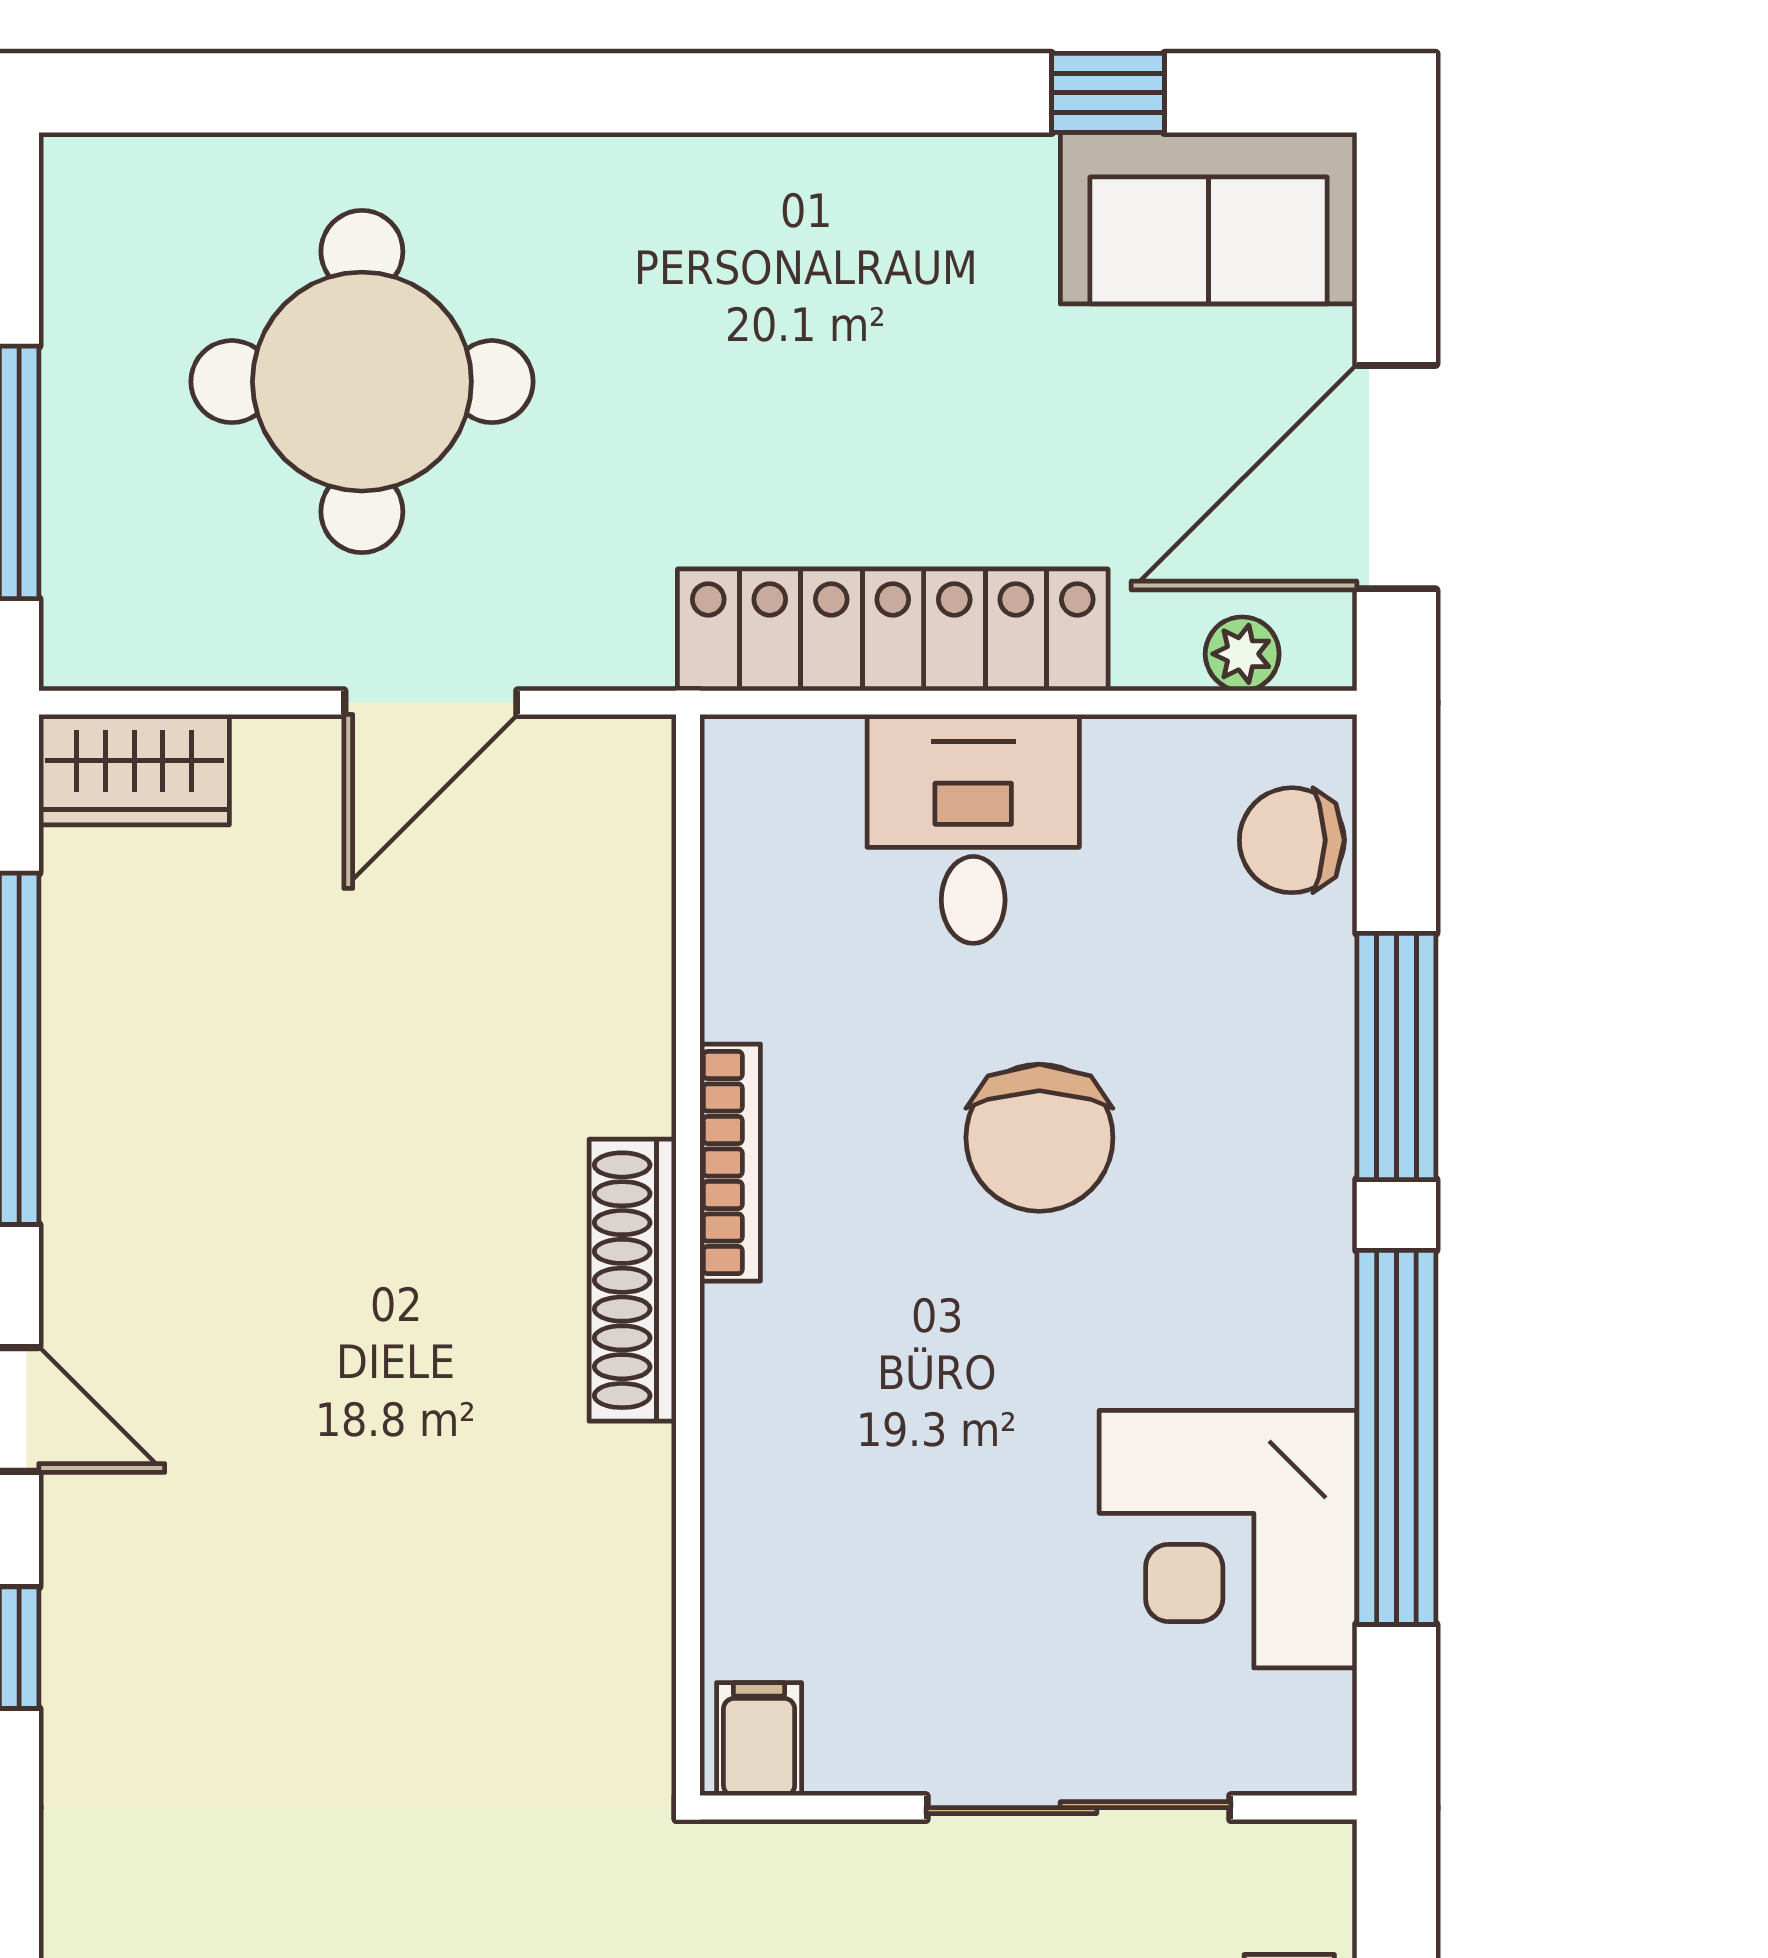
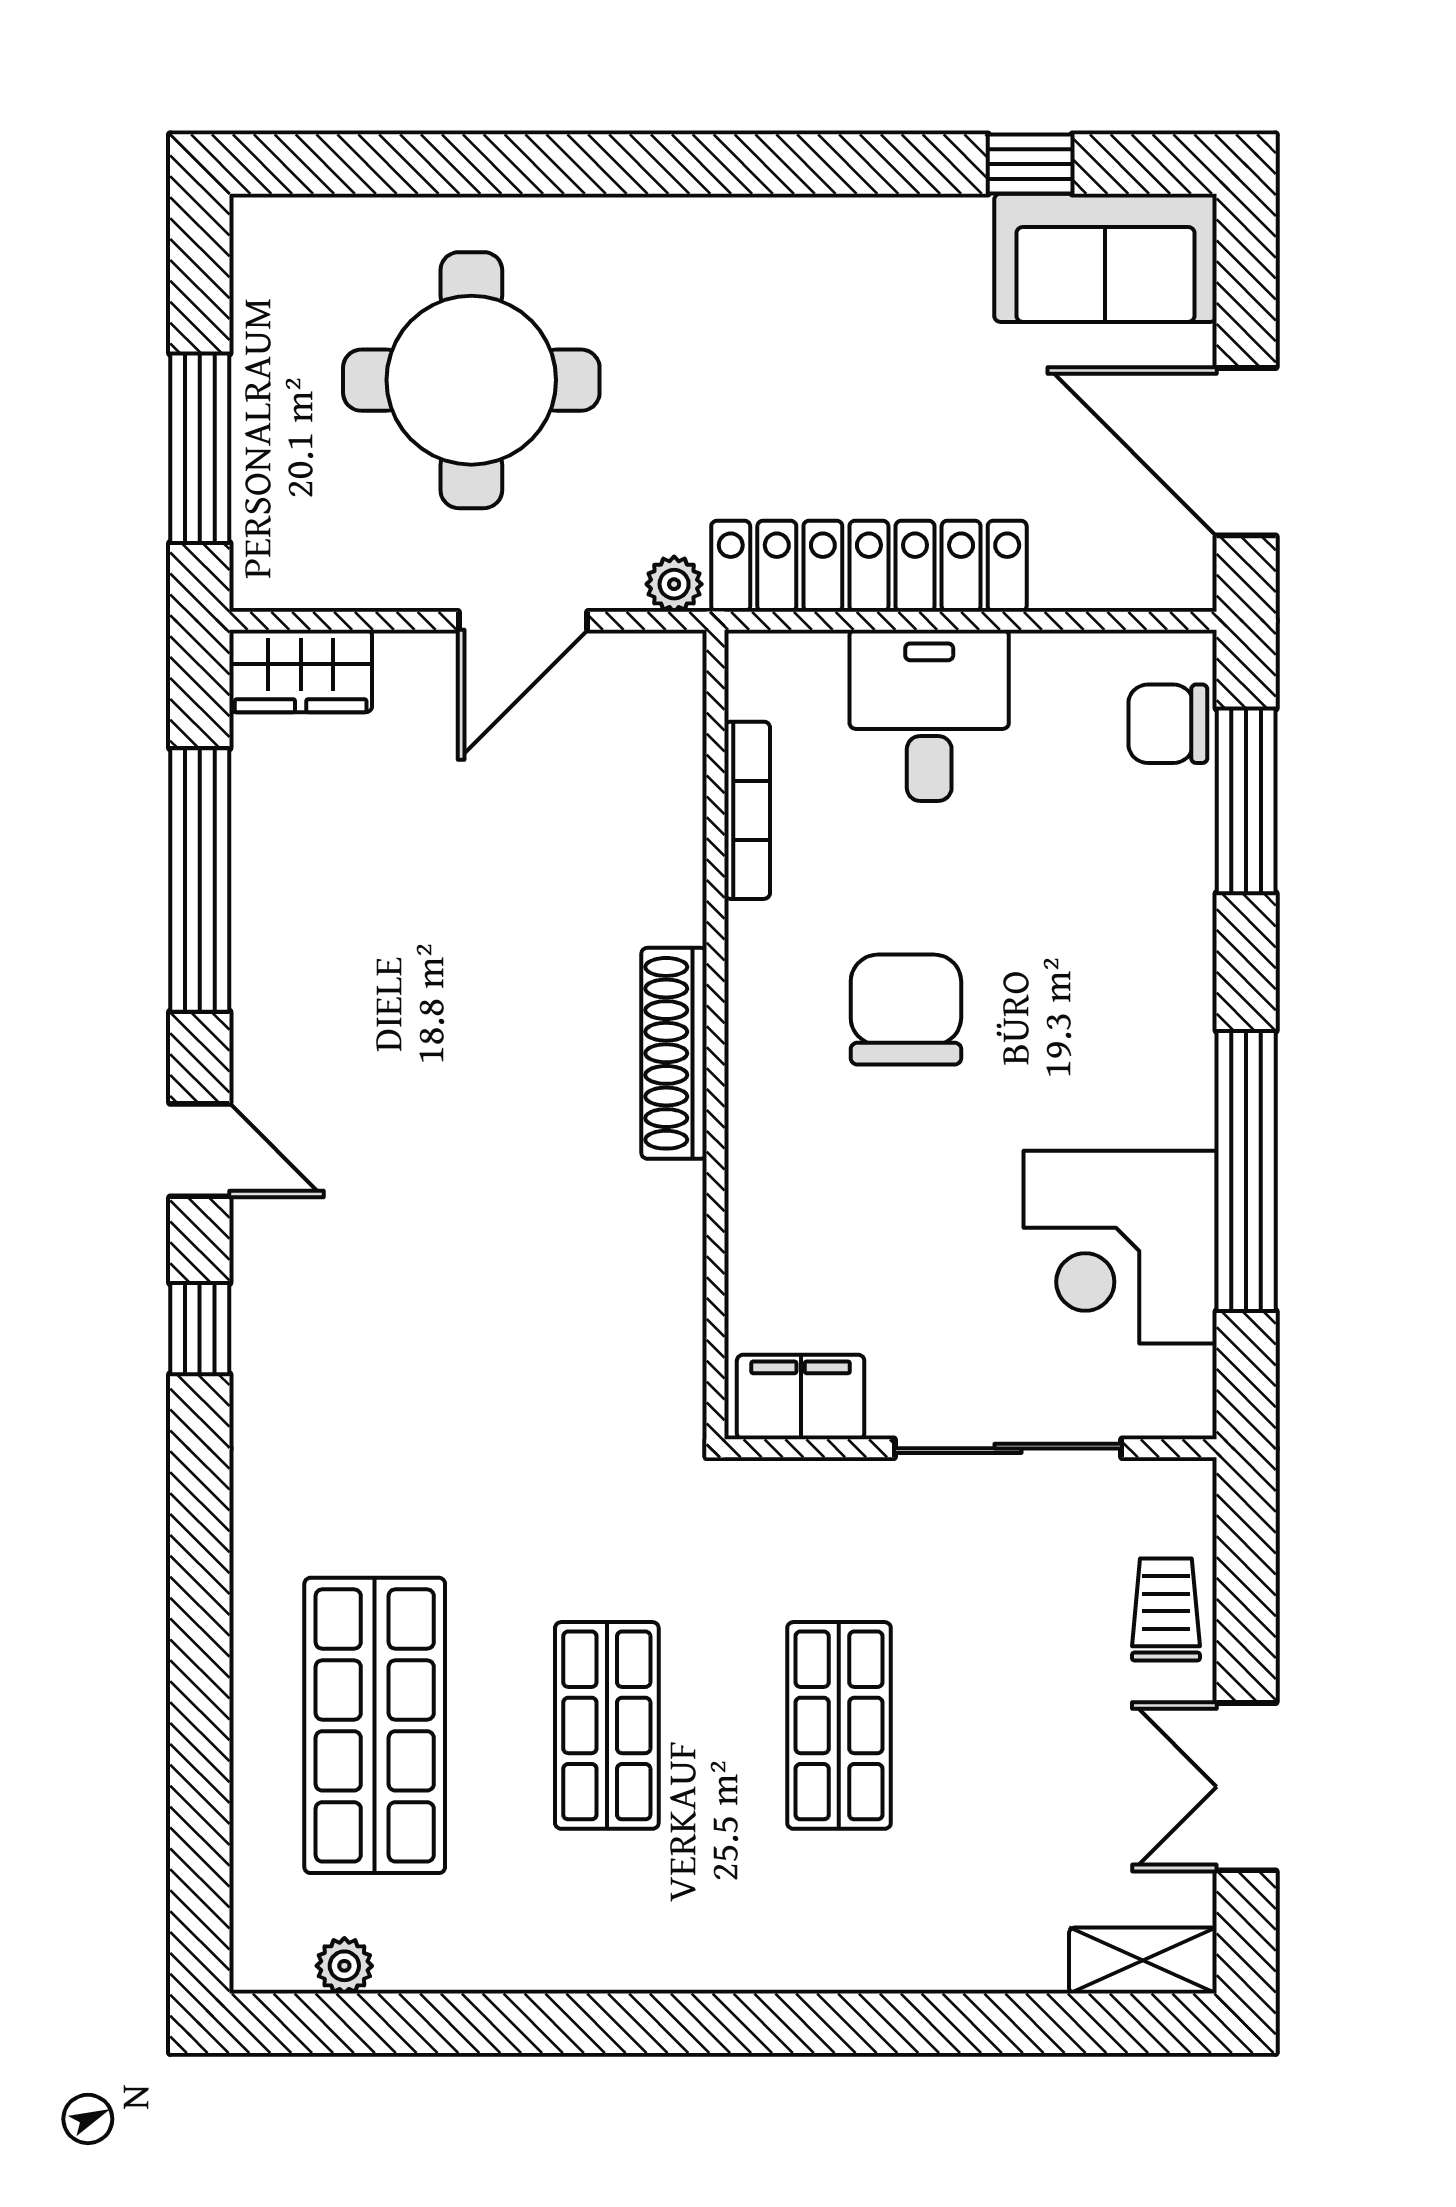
door: (1396, 477) -> (1246, 452), hinge flipped
plant: (1242, 654) -> (674, 584), moved
window: (1396, 1056) -> (1246, 801), moved
chair: (1039, 1138) -> (906, 1010), moved, turned 180
bookcase: (730, 1163) -> (747, 810), moved
filing cabinet: (759, 1739) -> (801, 1397), width x2.00

